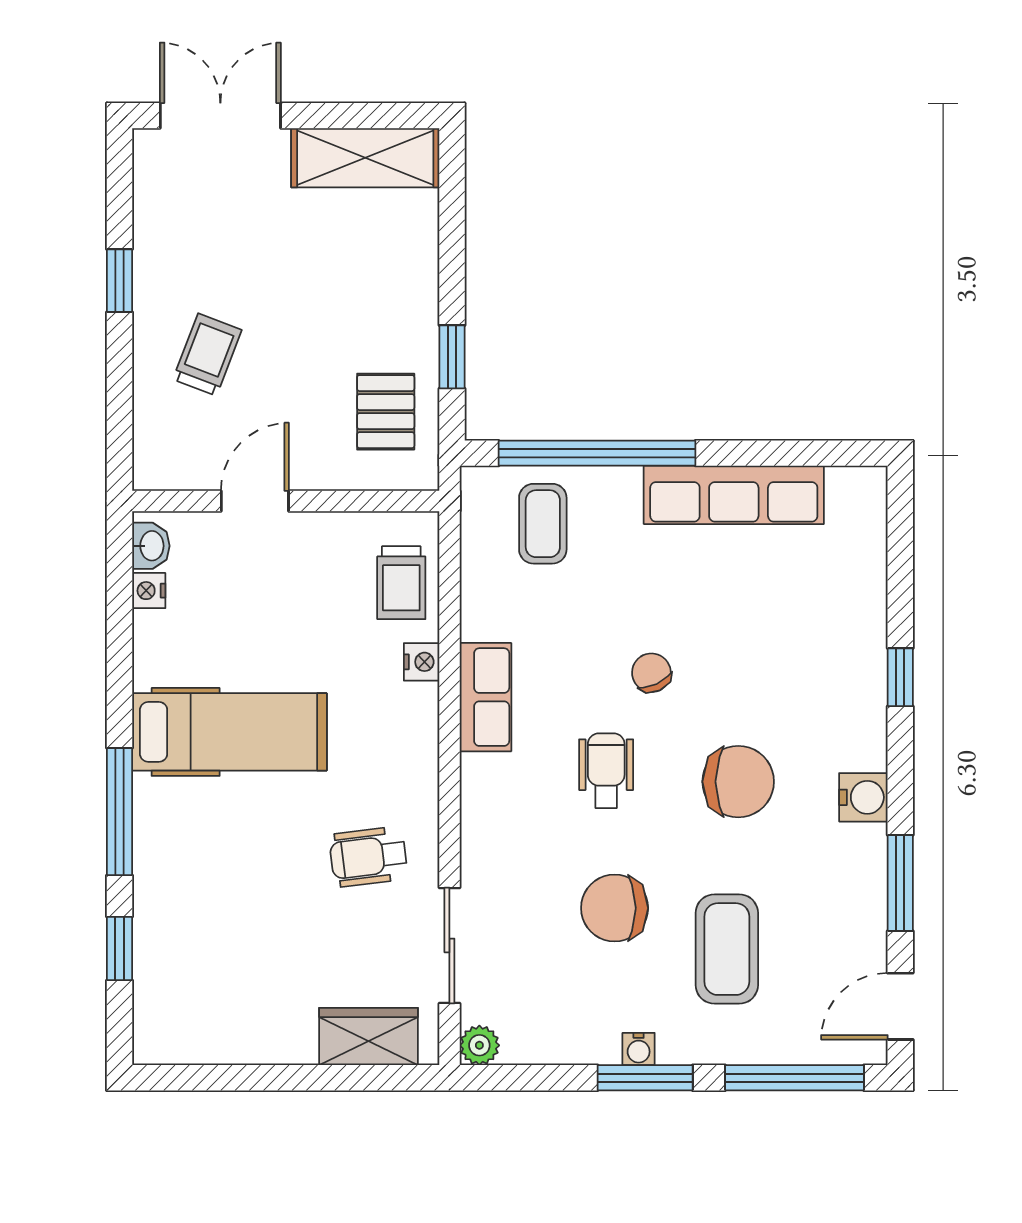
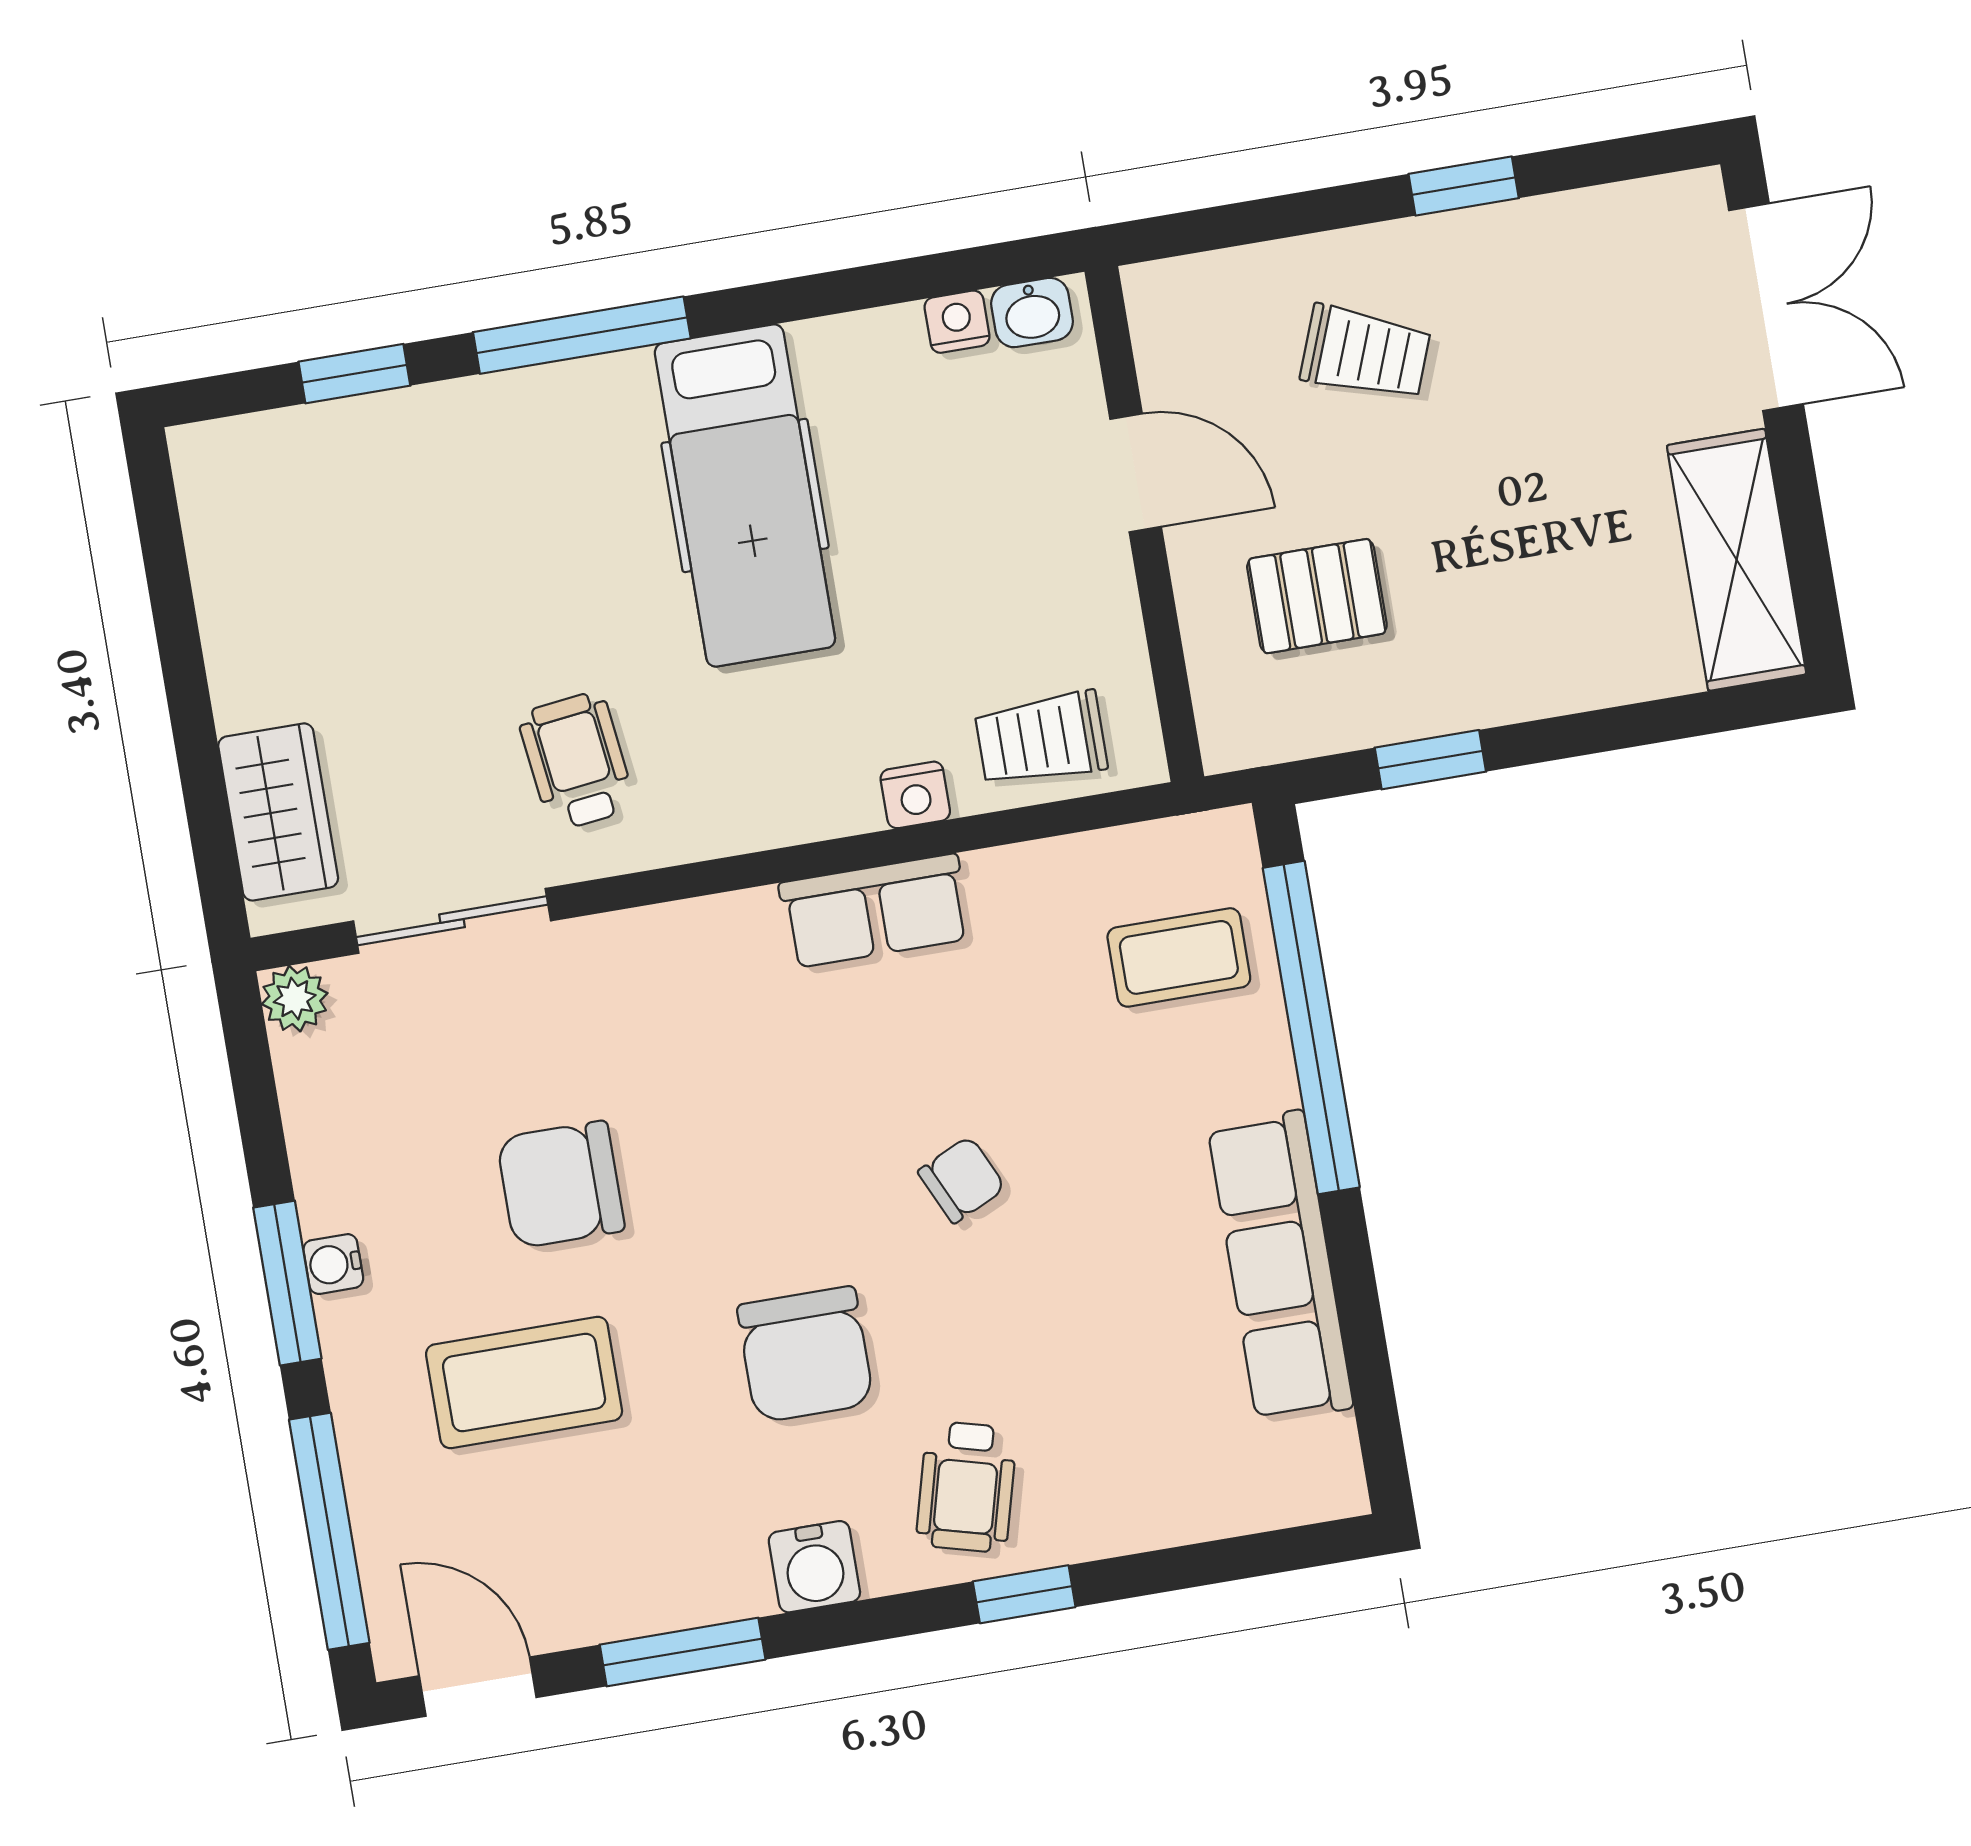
pallet: (386, 412) -> (1317, 596), moved
wheelchair: (606, 771) -> (966, 1487), moved, turned 105
chair: (615, 908) -> (561, 1185), turned -90

